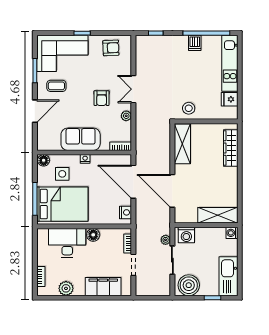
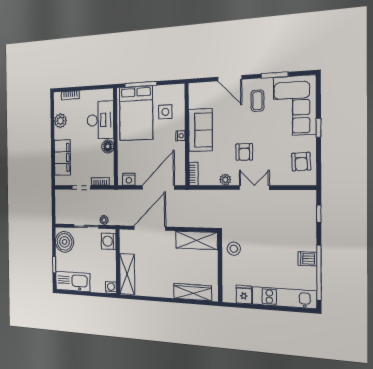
armchair: (102, 98) -> (244, 152), turned -90
floor lamp: (44, 160) -> (179, 91), removed

